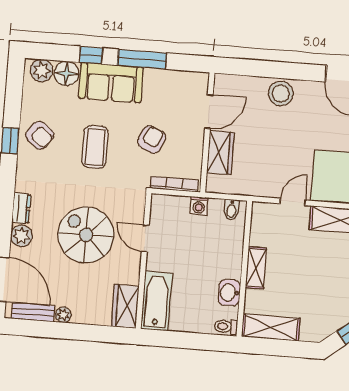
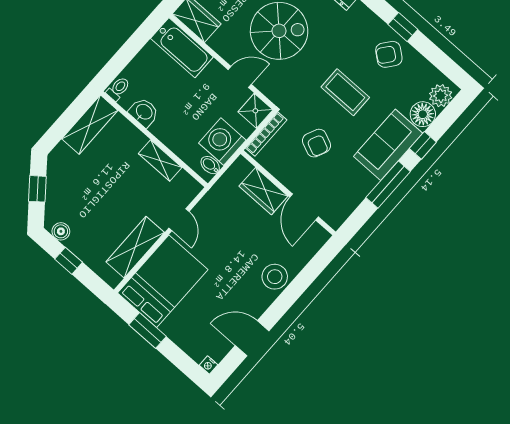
shower: (162, 206) -> (255, 111), added
washing machine: (199, 206) -> (222, 142), width x1.89, depth x1.89
shelving: (256, 268) -> (160, 160), moved

